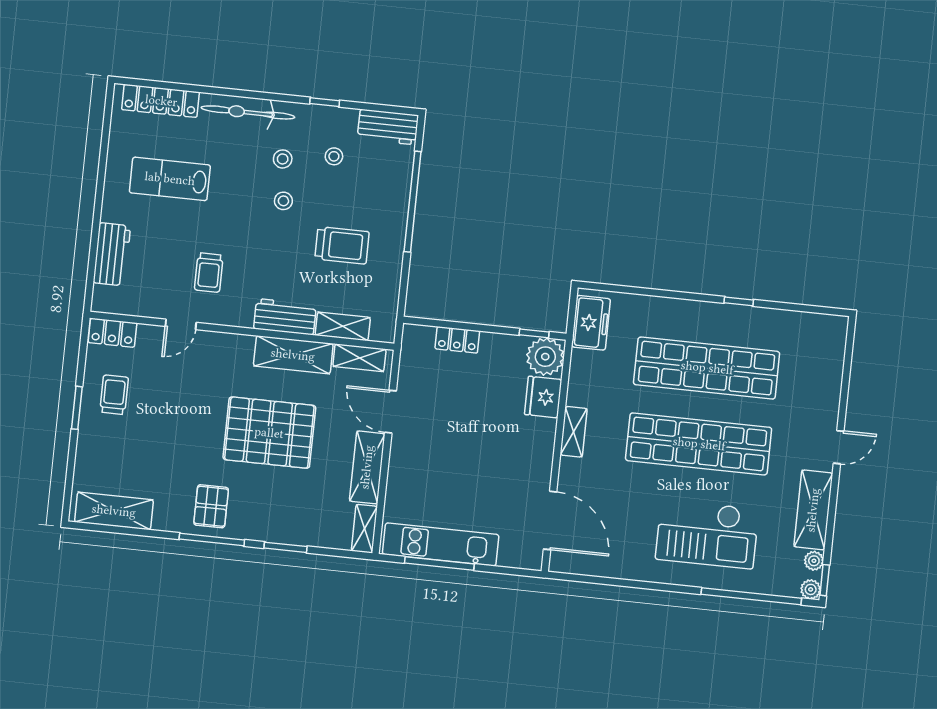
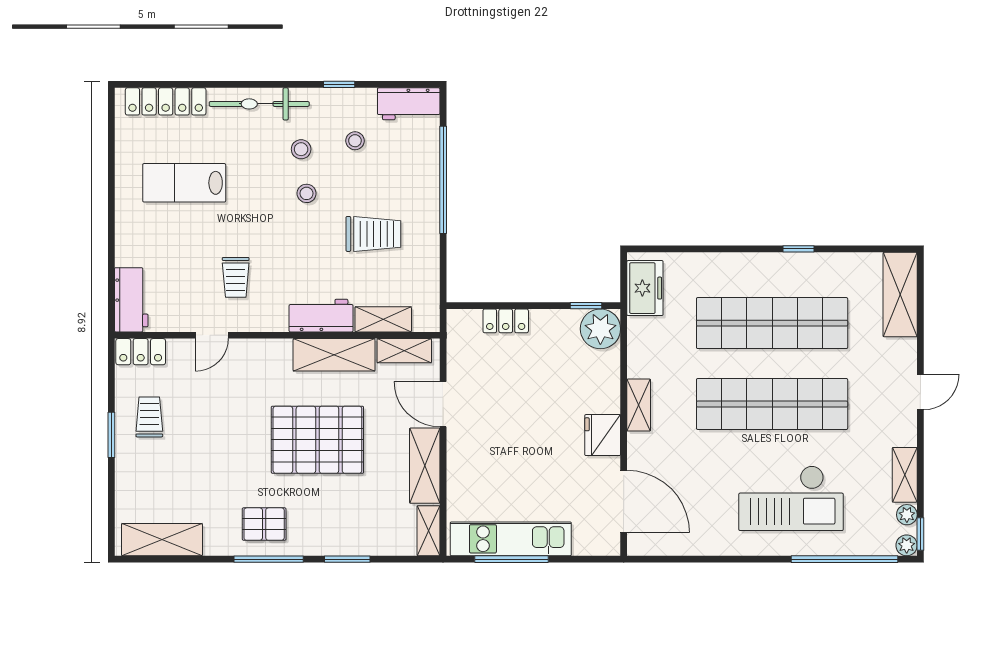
workbench: (112, 254) -> (131, 300), moved
shelving: (829, 354) -> (900, 295), added
fridge: (543, 397) -> (603, 435), moved
pallet: (211, 506) -> (264, 524), turned 90
shelving: (813, 510) -> (905, 475), width x0.67, depth x0.75

